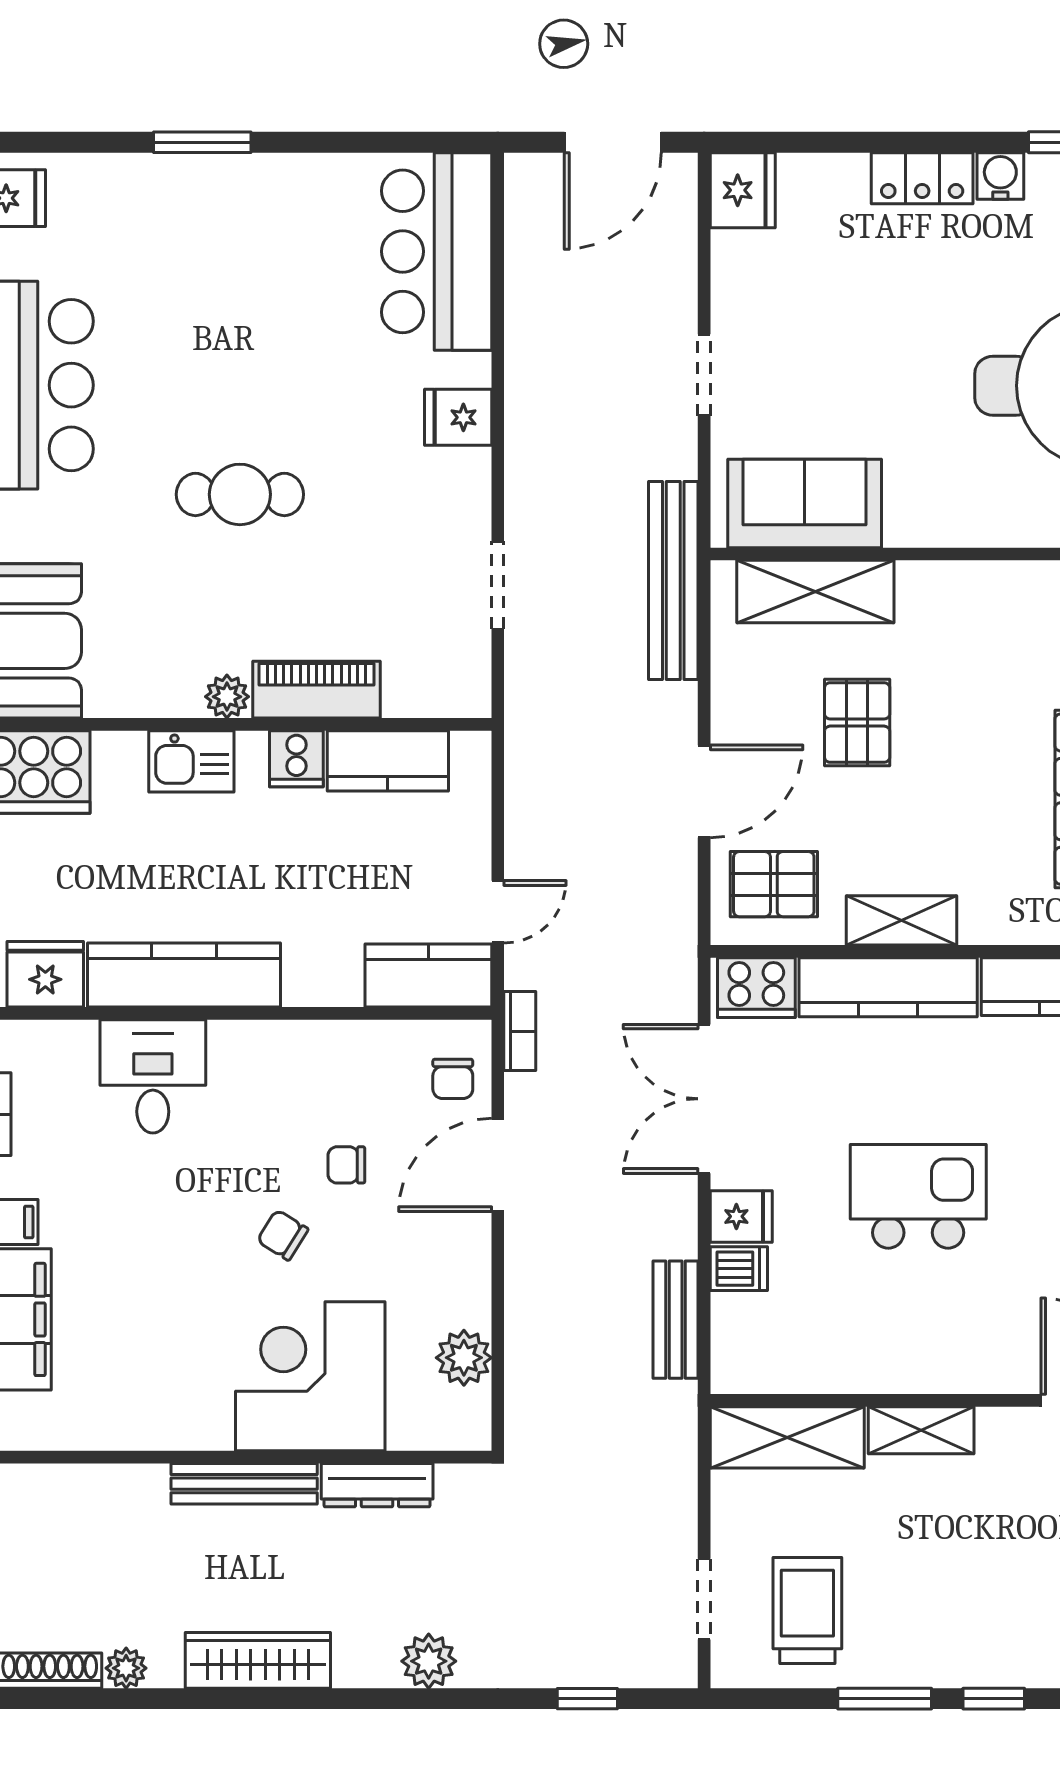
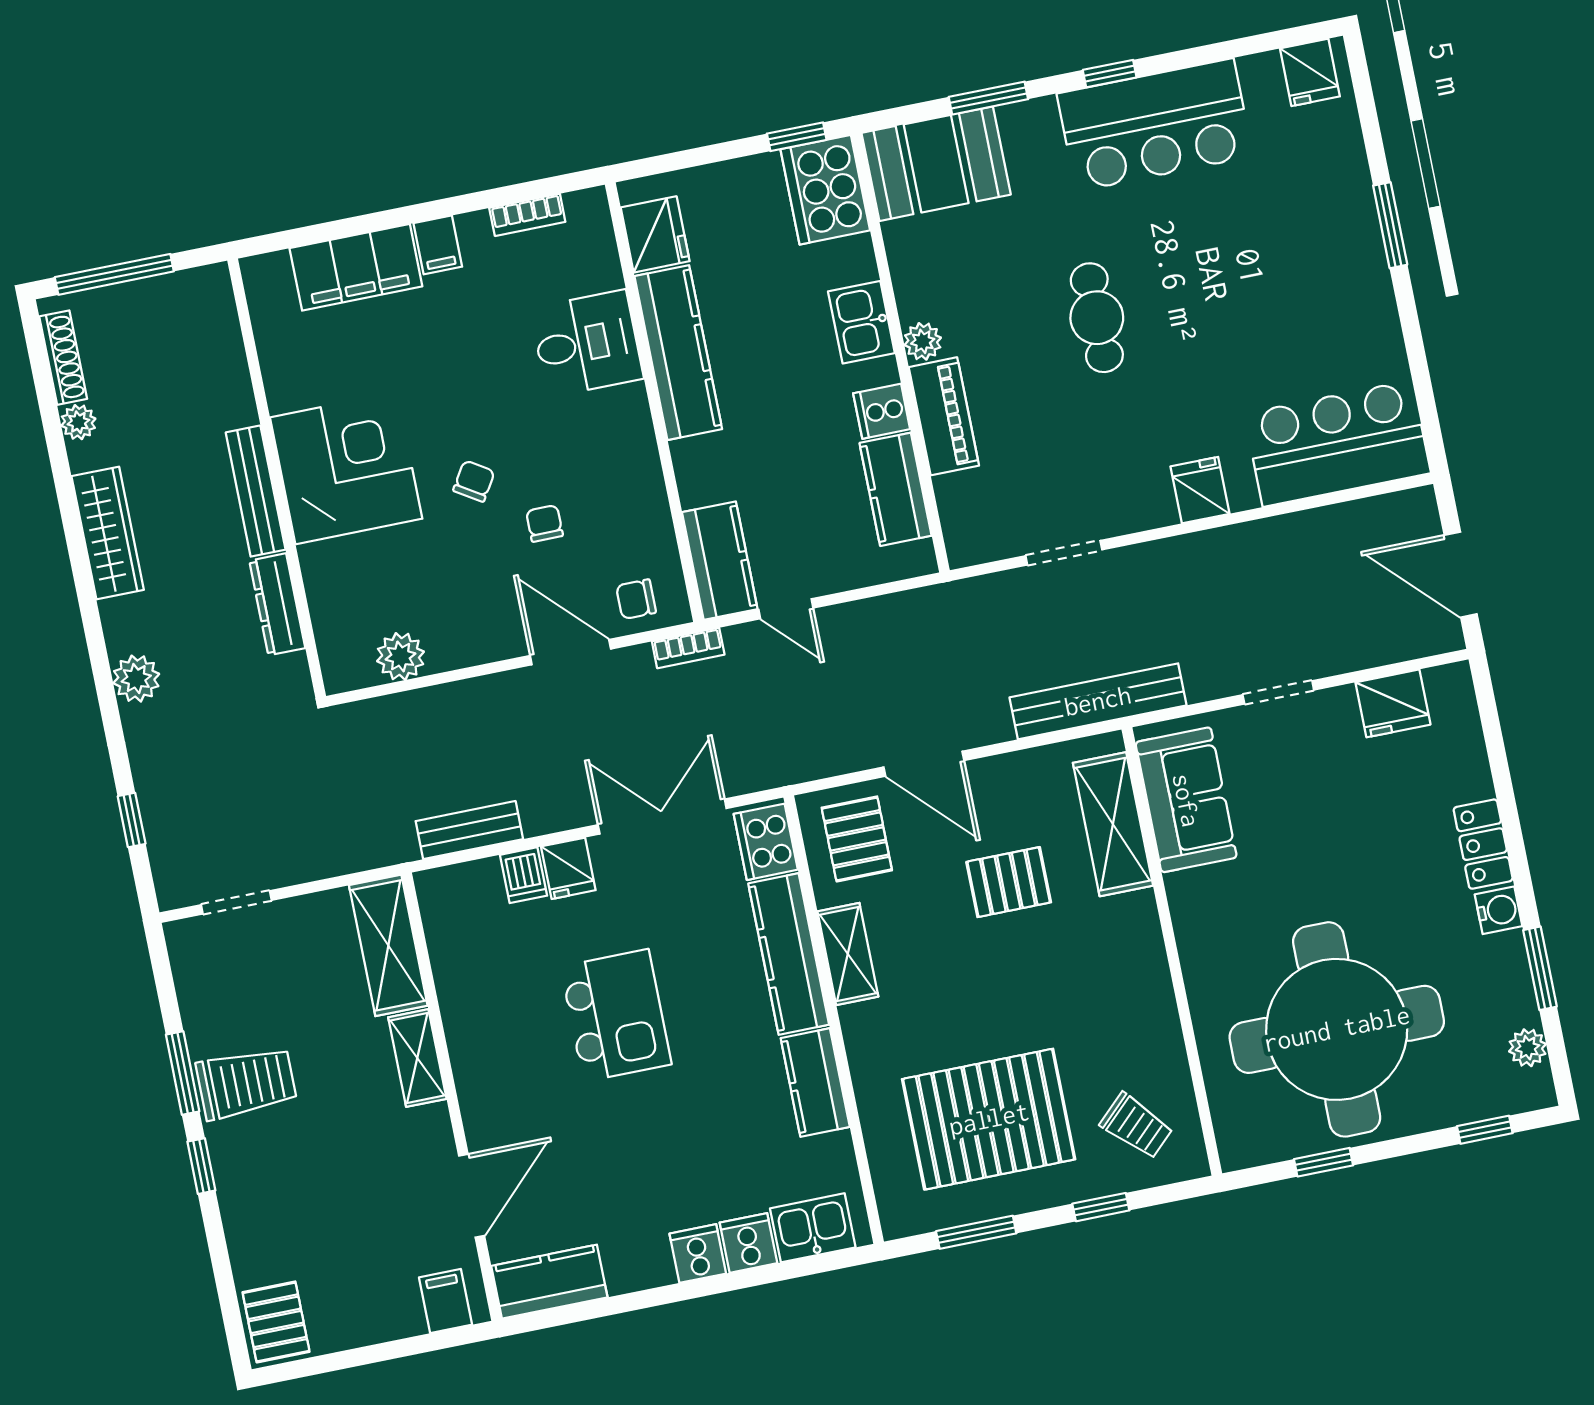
fridge: (743, 190) -> (1393, 703), moved
corner desk: (310, 1376) -> (346, 468), moved
trolley: (807, 1610) -> (246, 1083), moved

